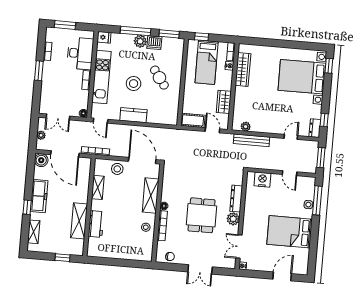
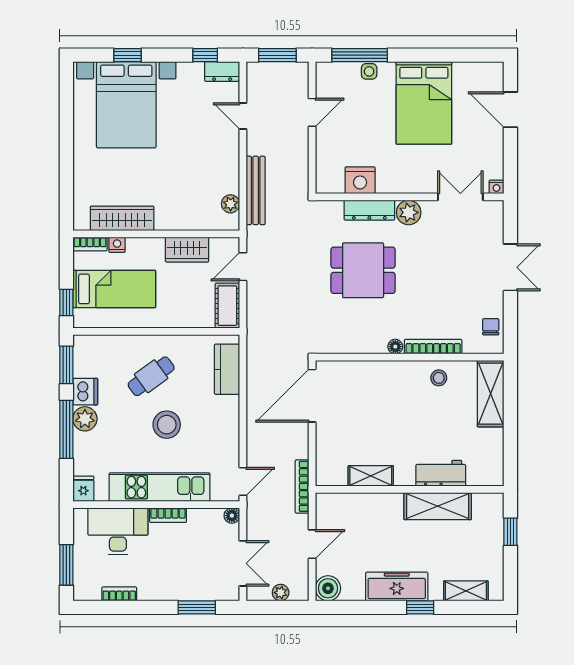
window: (329, 66) -> (127, 55), moved
window: (39, 71) -> (197, 607), moved
kitchen counter: (133, 115) -> (227, 369), moved
door: (65, 154) -> (312, 544), width x0.53
stool: (117, 169) -> (332, 442), removed
nightstand: (262, 180) -> (360, 180), moved, turned -90
shelving: (151, 196) -> (491, 394), moved, turned 90
dining table: (202, 215) -> (363, 270), moved
double door: (239, 246) -> (460, 197), swing flipped

